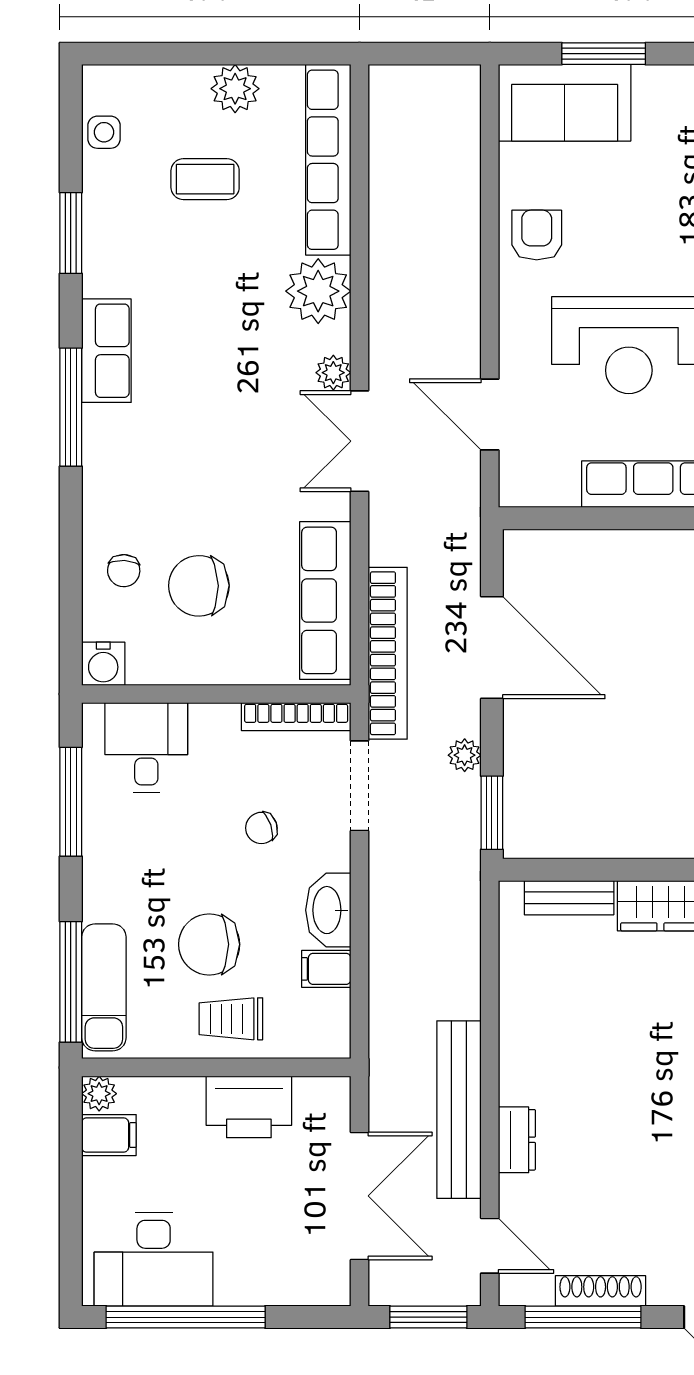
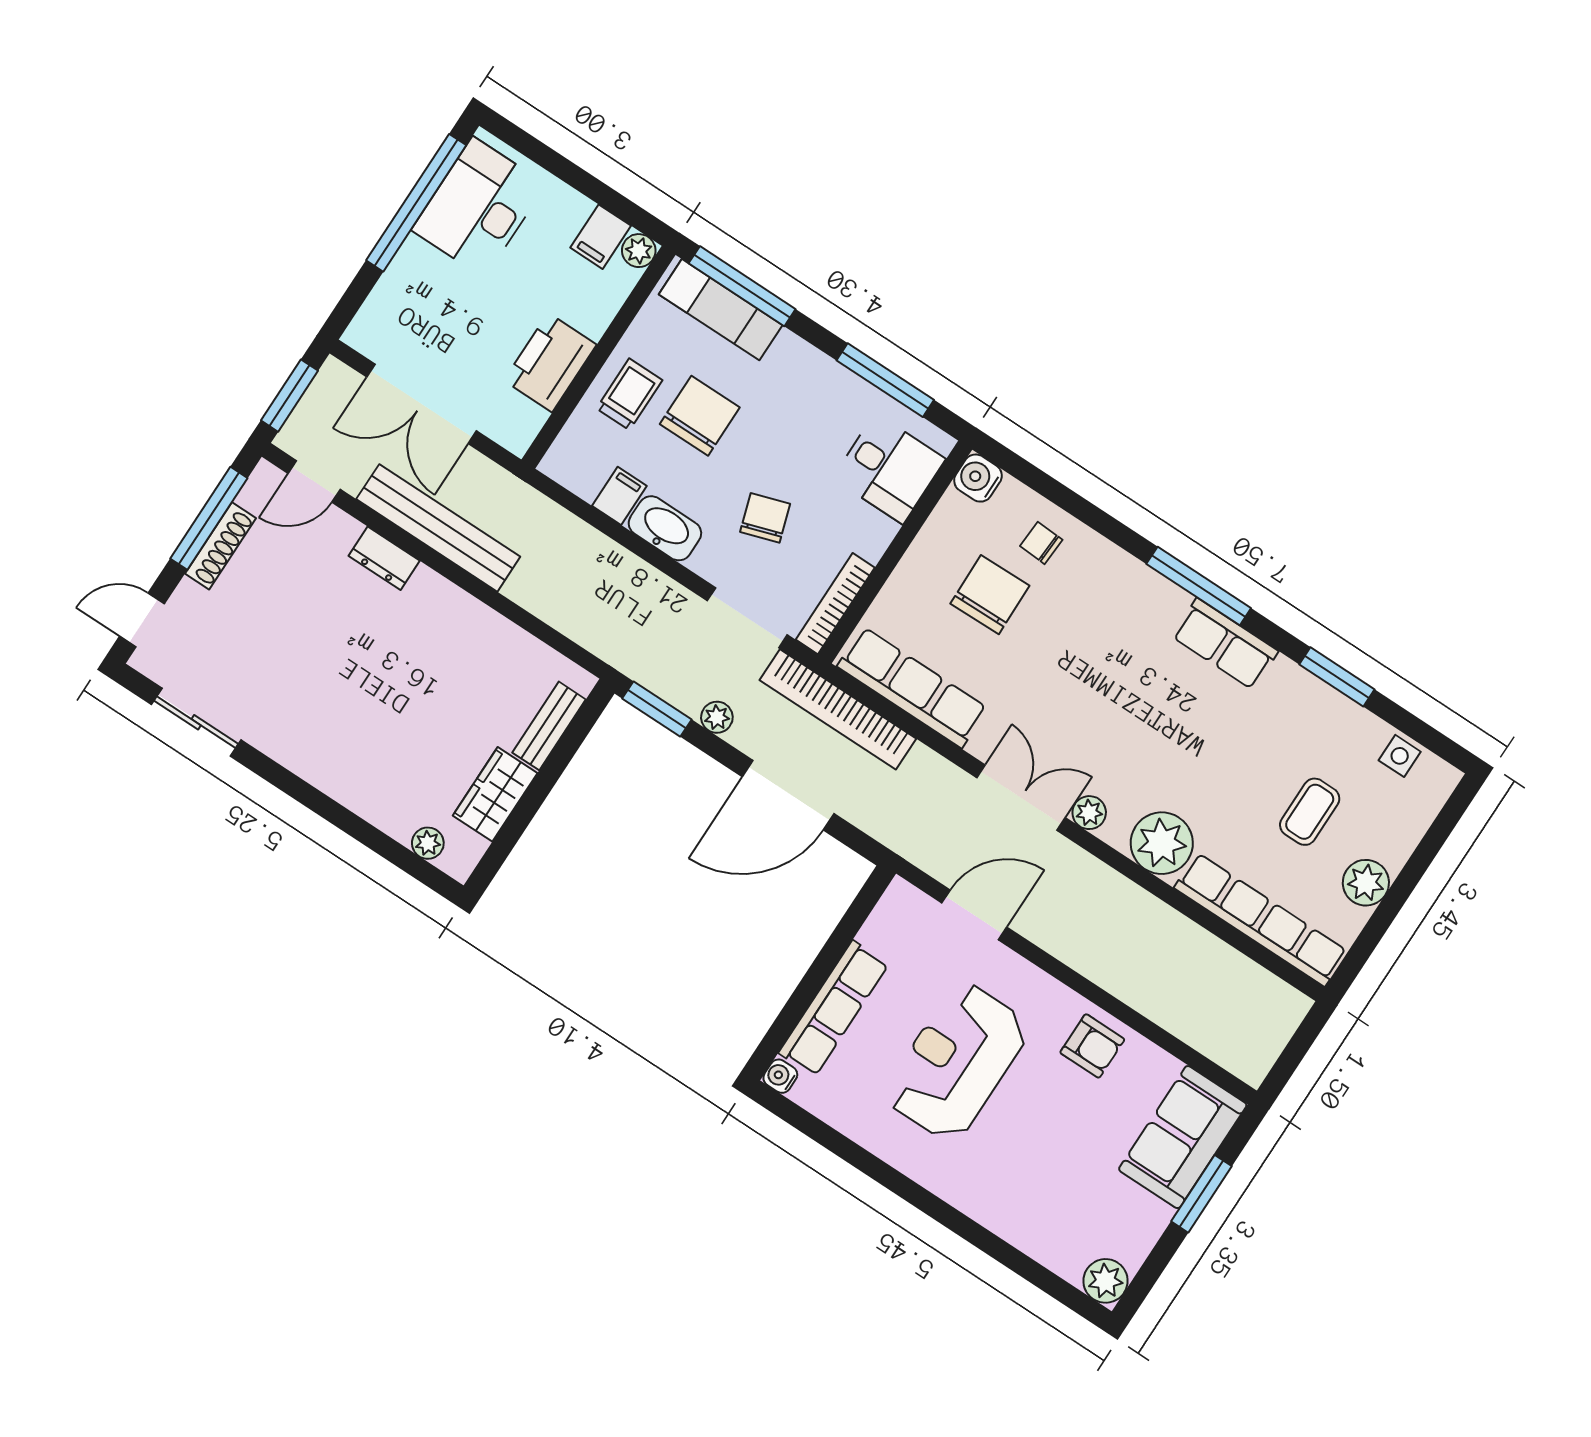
chair: (261, 828) -> (765, 518), width x1.37, depth x1.37

